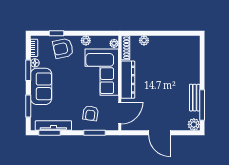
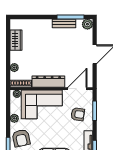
wardrobe: (176, 42) -> (16, 40), added
door: (120, 113) -> (77, 89), hinge flipped

